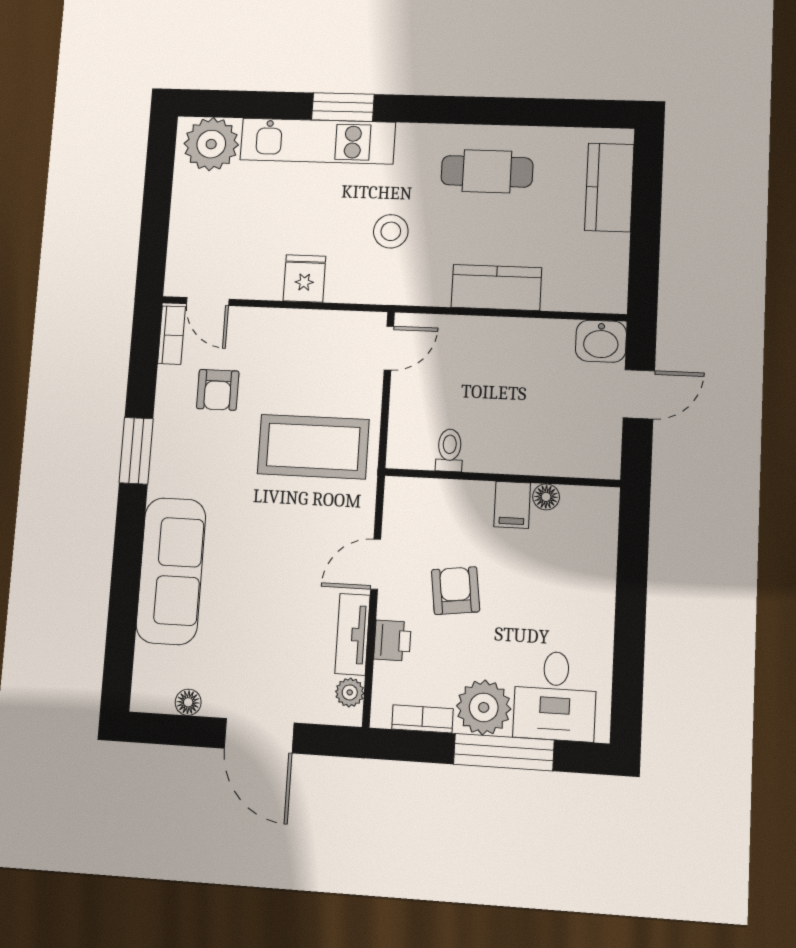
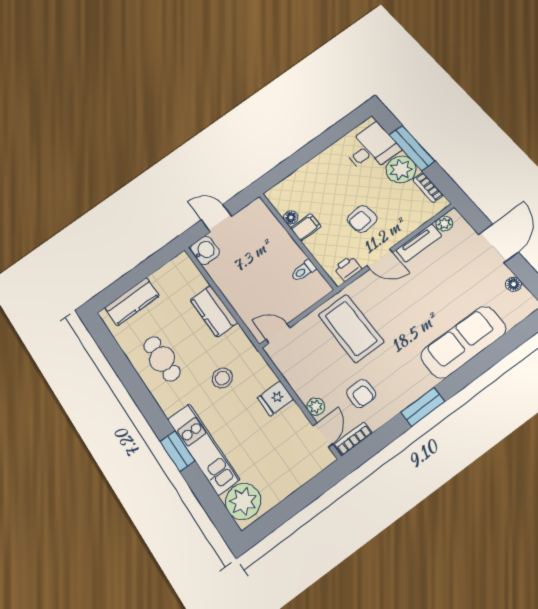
plant: (250, 321) -> (316, 406), added
armchair: (218, 390) -> (361, 394), turned 90
printer: (392, 640) -> (348, 268), moved

